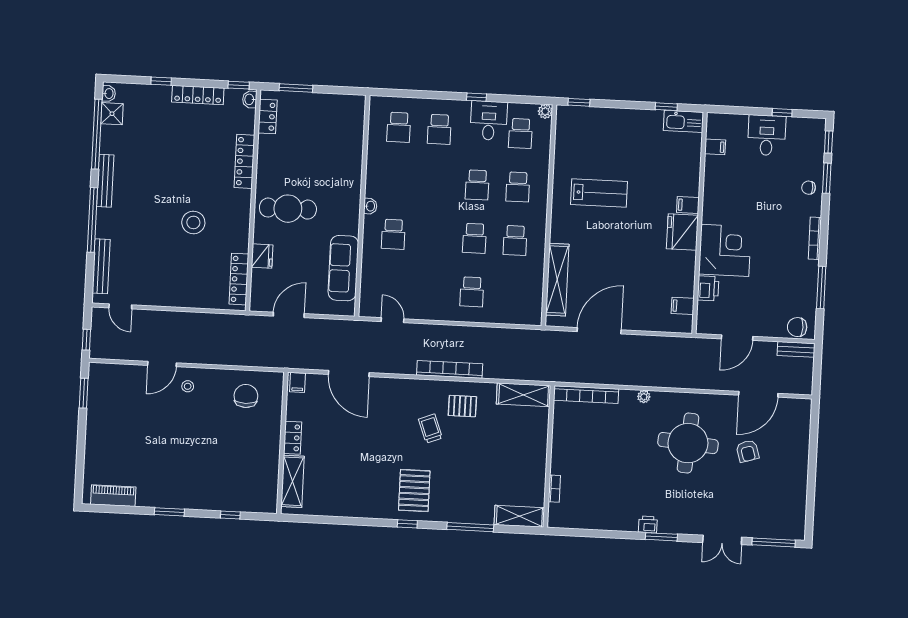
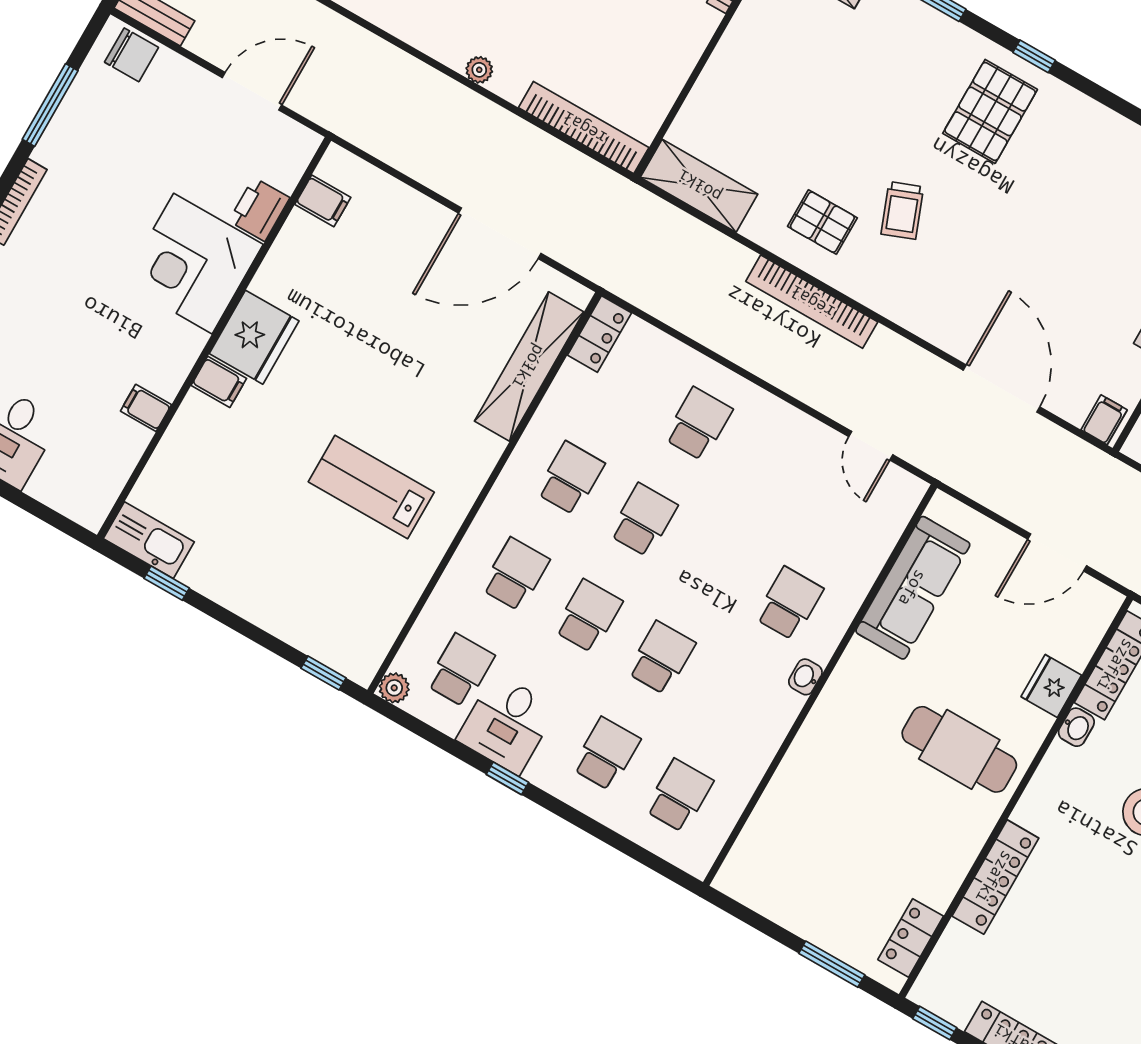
washbasin: (250, 99) -> (1076, 727), moved
filing cabinet: (715, 147) -> (146, 408), moved
school desk: (437, 183) -> (661, 658), added
locker: (534, 309) -> (599, 334), added

